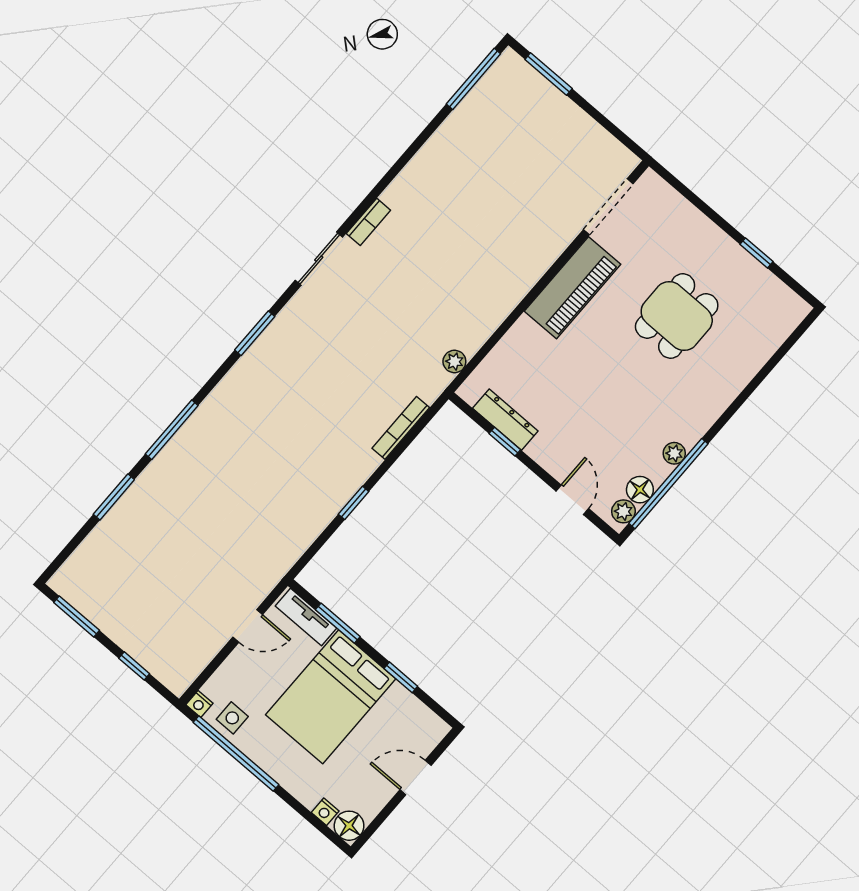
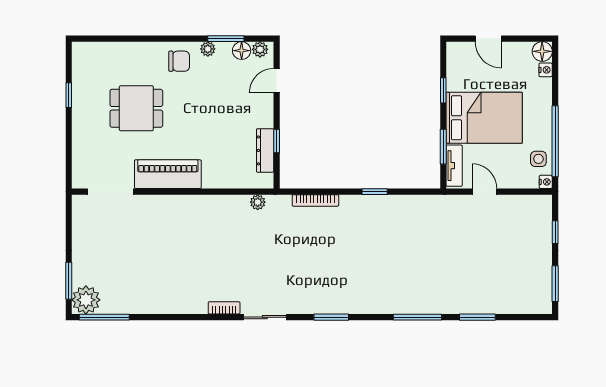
plant: (511, 75) -> (86, 300), added
chair: (688, 409) -> (179, 61), added
window: (668, 484) -> (226, 39), width x0.47

